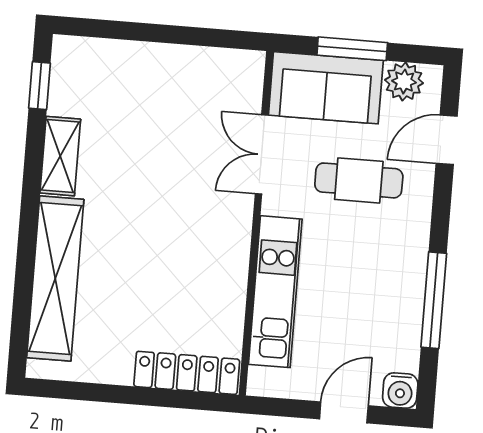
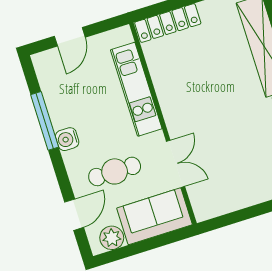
window: (352, 49) -> (149, 244), removed
water cooler: (400, 391) -> (67, 139), moved, turned -90

